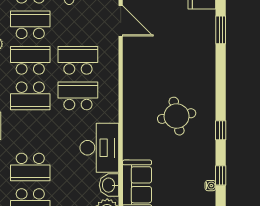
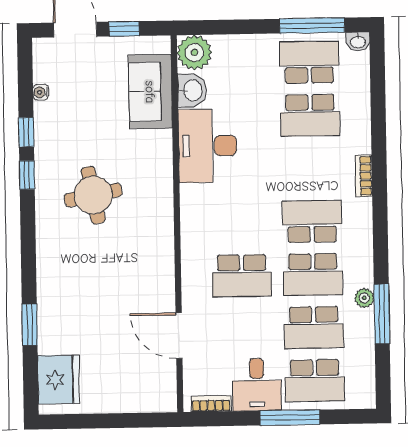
school desk: (78, 96) -> (241, 223), removed
school desk: (30, 167) -> (310, 115), turned 180
window: (221, 175) -> (26, 132), moved

